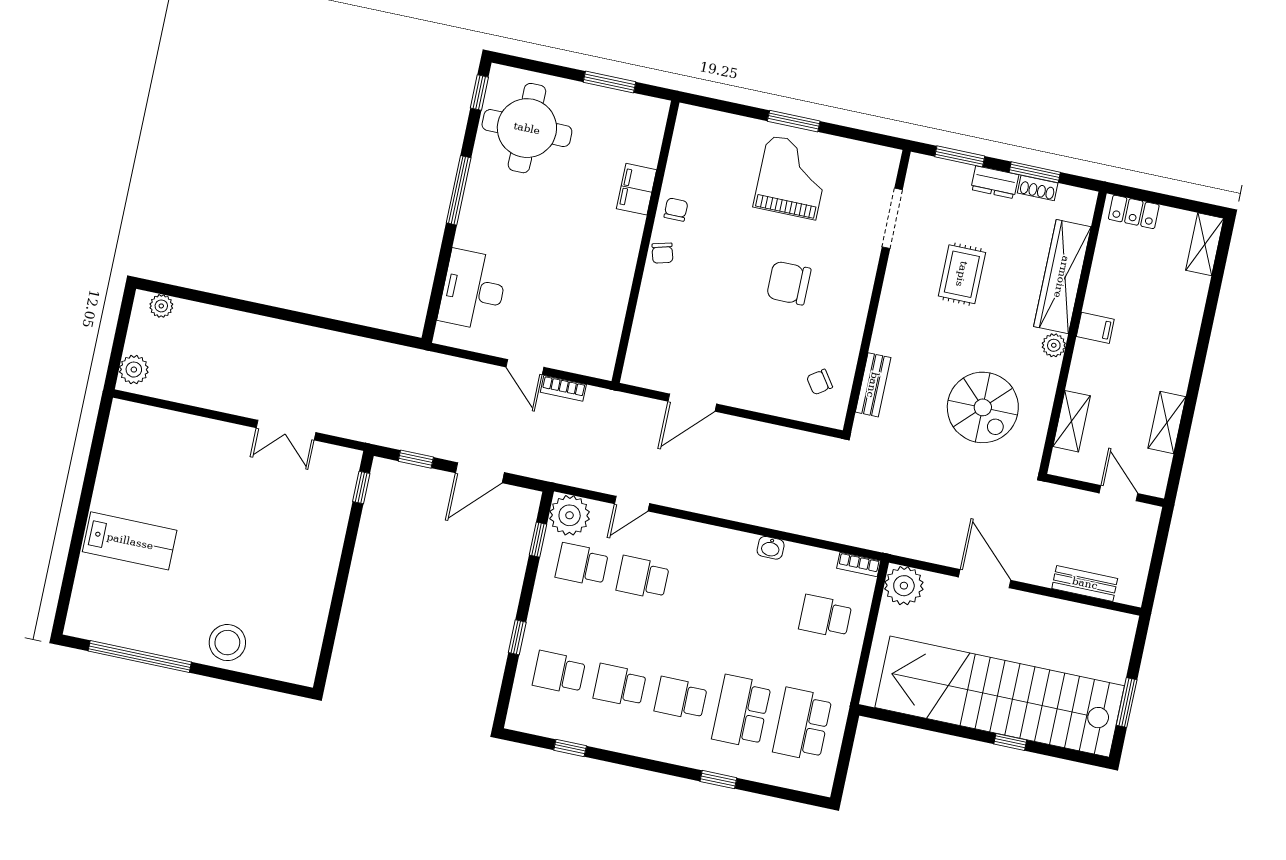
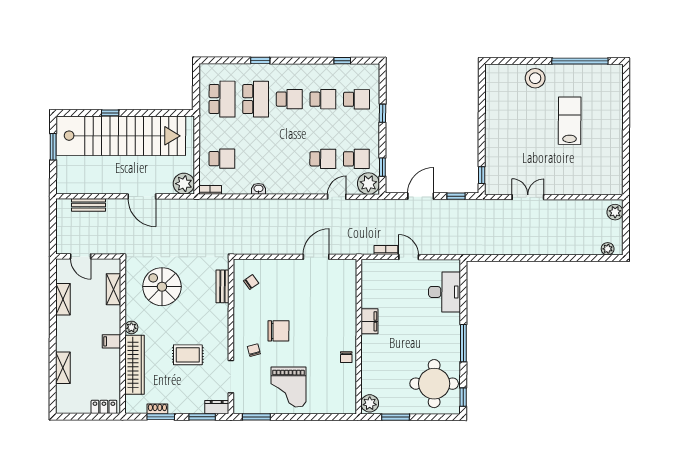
plant: (651, 117) -> (370, 403), added
window: (794, 121) -> (256, 417), moved
dresser: (995, 182) -> (217, 407), moved
filing cabinet: (636, 189) -> (369, 321), moved
shelving: (1205, 244) -> (63, 368), moved
chair: (662, 253) -> (254, 350), moved
rug: (962, 274) -> (188, 355), turned 90
lab bench: (130, 541) -> (570, 121), moved, turned 90

